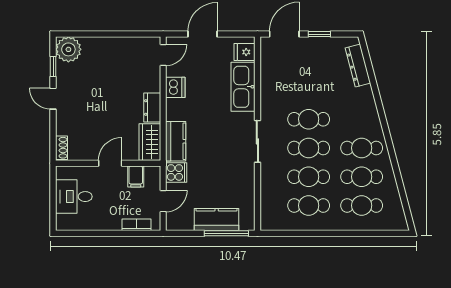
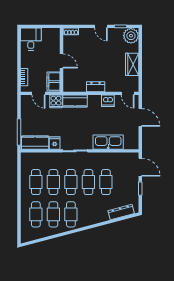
fridge: (245, 52) -> (55, 143), moved
cafe table: (309, 90) -> (106, 182), added
door: (53, 99) -> (101, 26), swing flipped
wardrobe: (150, 142) -> (132, 64), moved, turned -90
filing cabinet: (136, 176) -> (54, 82), width x2.00
desk: (74, 197) -> (31, 39), moved
kitchen counter: (217, 219) -> (35, 143), moved, turned -90

